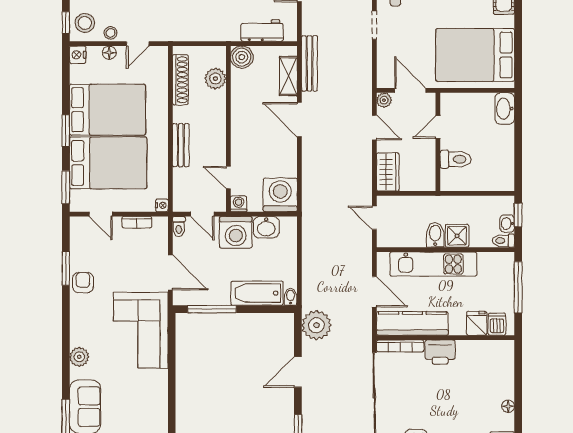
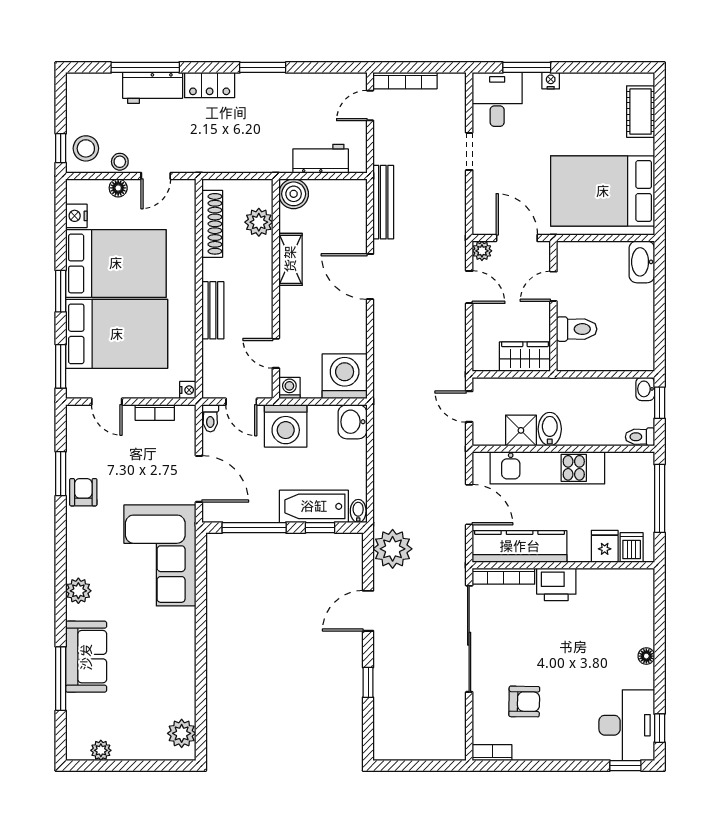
nightstand: (78, 55) -> (76, 216), moved
shelving: (288, 76) -> (290, 259), moved
wardrobe: (388, 172) -> (525, 357), moved, turned -90
washbasin: (507, 224) -> (645, 389), moved
washbasin: (266, 227) -> (353, 422), moved, turned 90
shower: (457, 236) -> (521, 430), moved
window: (262, 309) -> (320, 528), added

